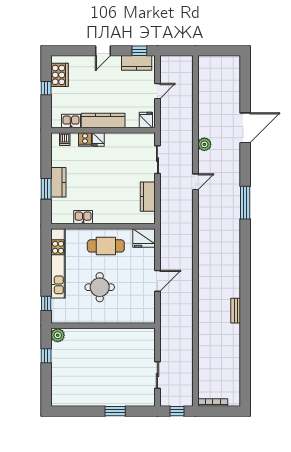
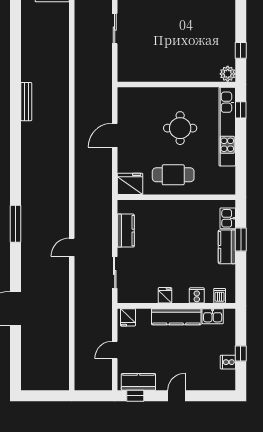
cooker: (60, 75) -> (228, 362), width x0.53, depth x0.76
fridge: (98, 139) -> (165, 295), moved
plant: (204, 144) -> (62, 290), removed
kitchen sink: (83, 217) -> (228, 218), moved, turned 90
kitchen unit: (58, 263) -> (227, 127), moved
bench: (236, 311) -> (26, 102), width x1.36

